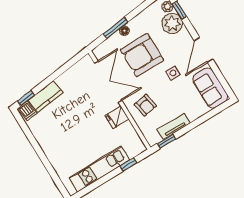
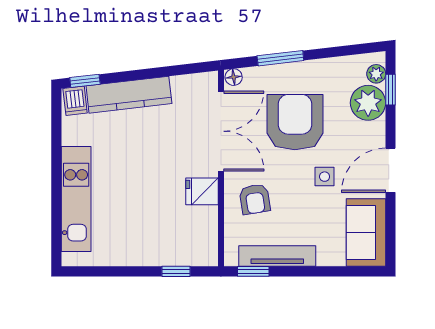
floor lamp: (124, 31) -> (234, 77), moved
armchair: (142, 55) -> (295, 122), turned 90
kitchen counter: (46, 97) -> (129, 95), width x1.50
tv unit: (174, 126) -> (277, 256), width x1.41
kitchen unit: (99, 169) -> (76, 199), moved, turned 90

